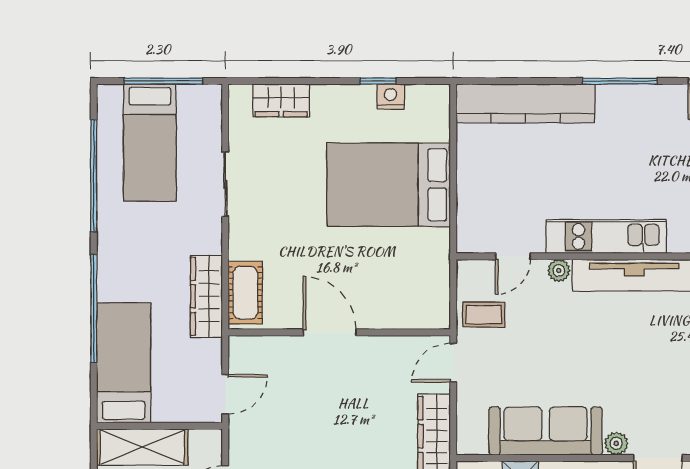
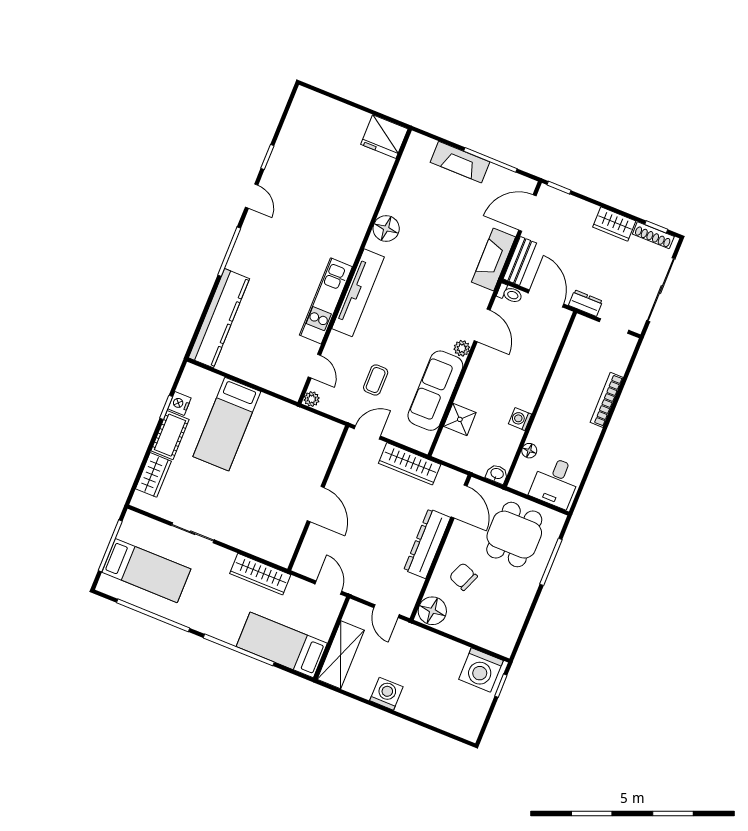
bed: (389, 185) -> (227, 424), width x0.67
plant: (559, 270) -> (312, 399), moved
cot: (245, 293) -> (170, 435), moved, turned 90
coffee table: (484, 315) -> (376, 380), moved
door: (330, 332) -> (316, 504), swing flipped
door: (453, 363) -> (367, 432), swing flipped

